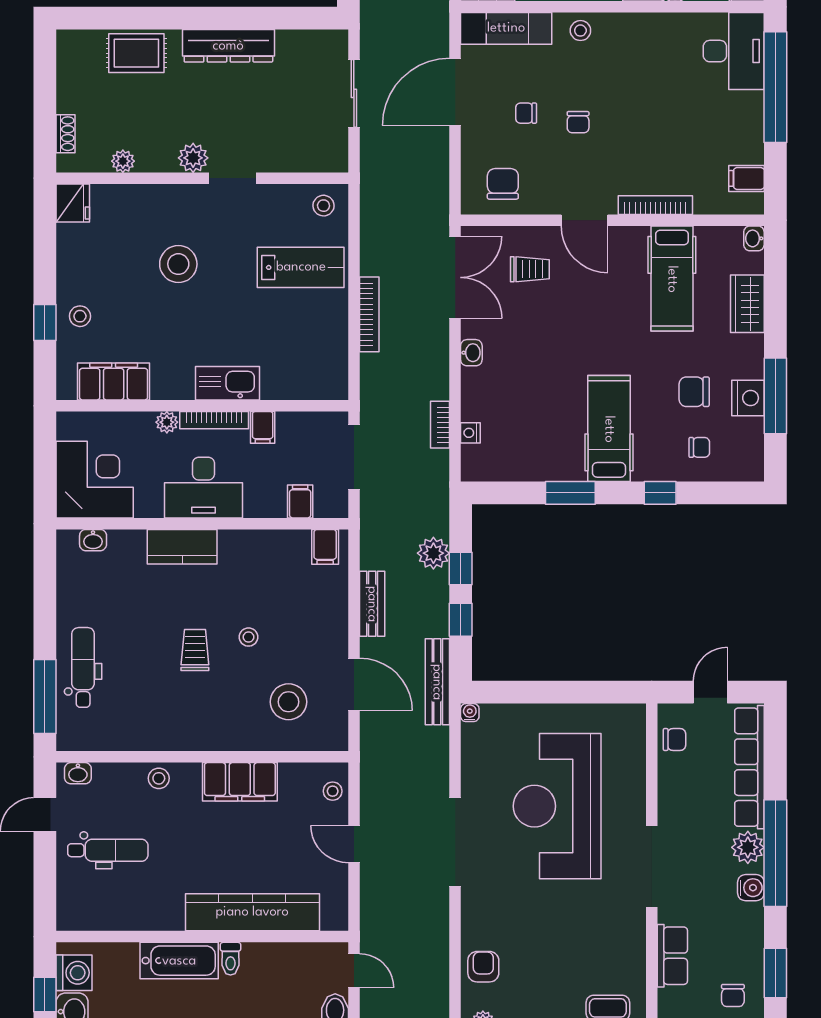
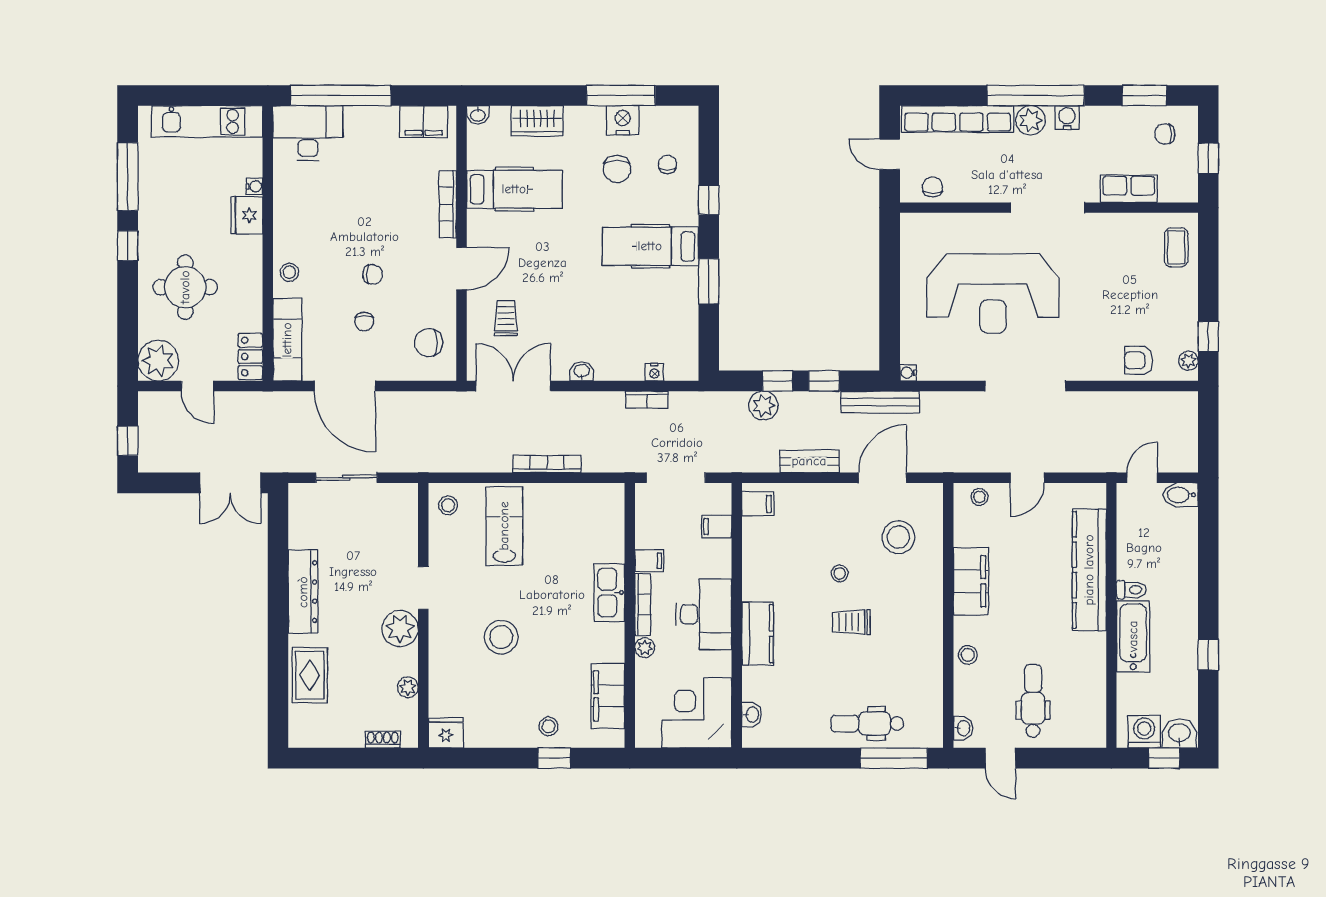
plant: (193, 158) -> (400, 629), width x1.36, depth x1.36
filing cabinet: (746, 178) -> (424, 122), width x2.00
chair: (733, 995) -> (1165, 134), turned 180

